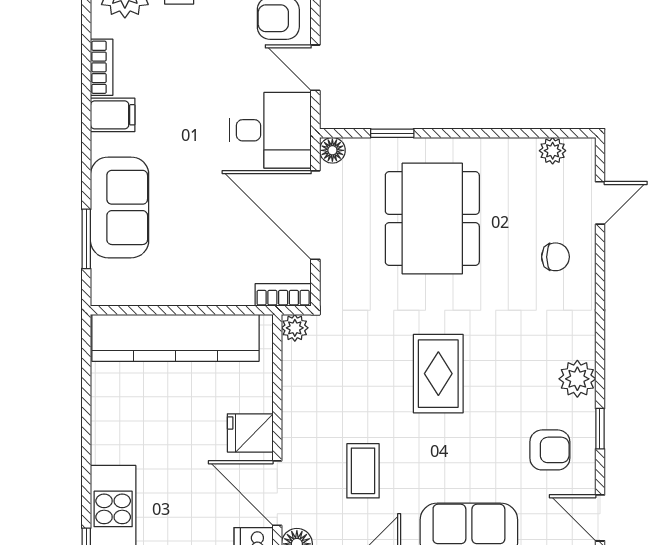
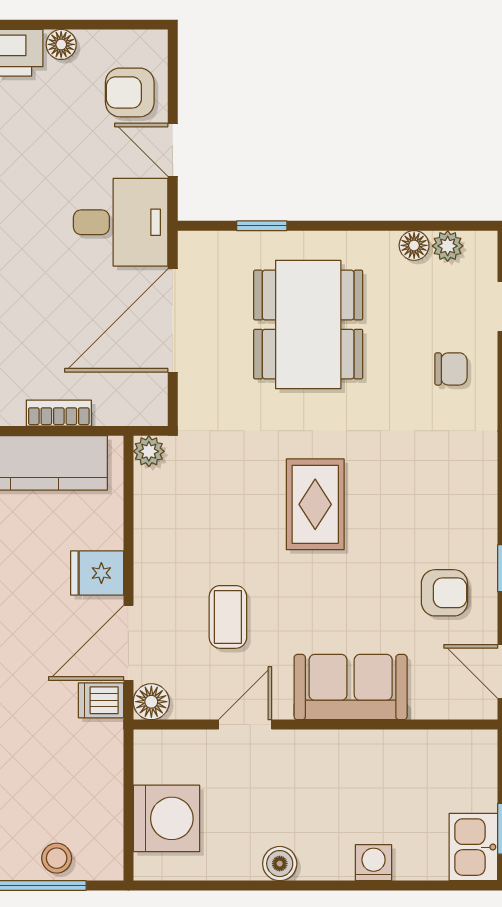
floor lamp: (332, 150) -> (414, 245), moved
door: (315, 215) -> (173, 321), hinge flipped
bookcase: (283, 295) -> (59, 413), moved
plant: (577, 379) -> (476, 510), removed
door: (277, 493) -> (128, 643), hinge flipped

